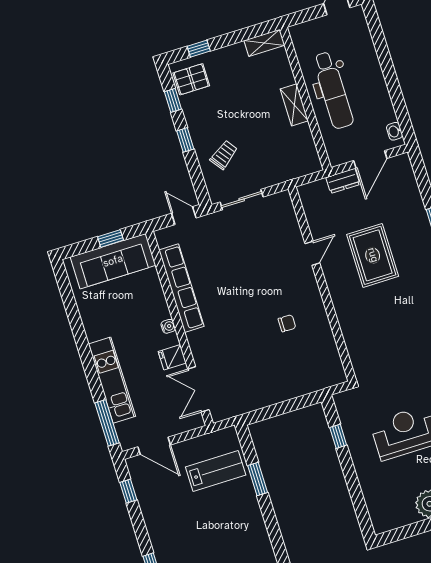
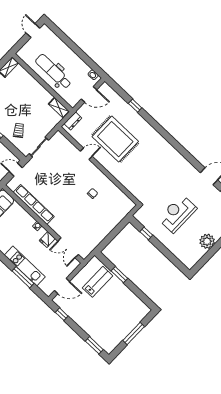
dental chair: (333, 90) -> (53, 71), turned 180
shelving: (294, 105) -> (59, 108), moved
door: (370, 159) -> (89, 94), hinge flipped
dresser: (343, 181) -> (73, 121), moved
door: (312, 253) -> (86, 154), hinge flipped
rug: (373, 255) -> (115, 139), width x1.37, depth x1.44
window: (107, 423) -> (23, 277), moved

